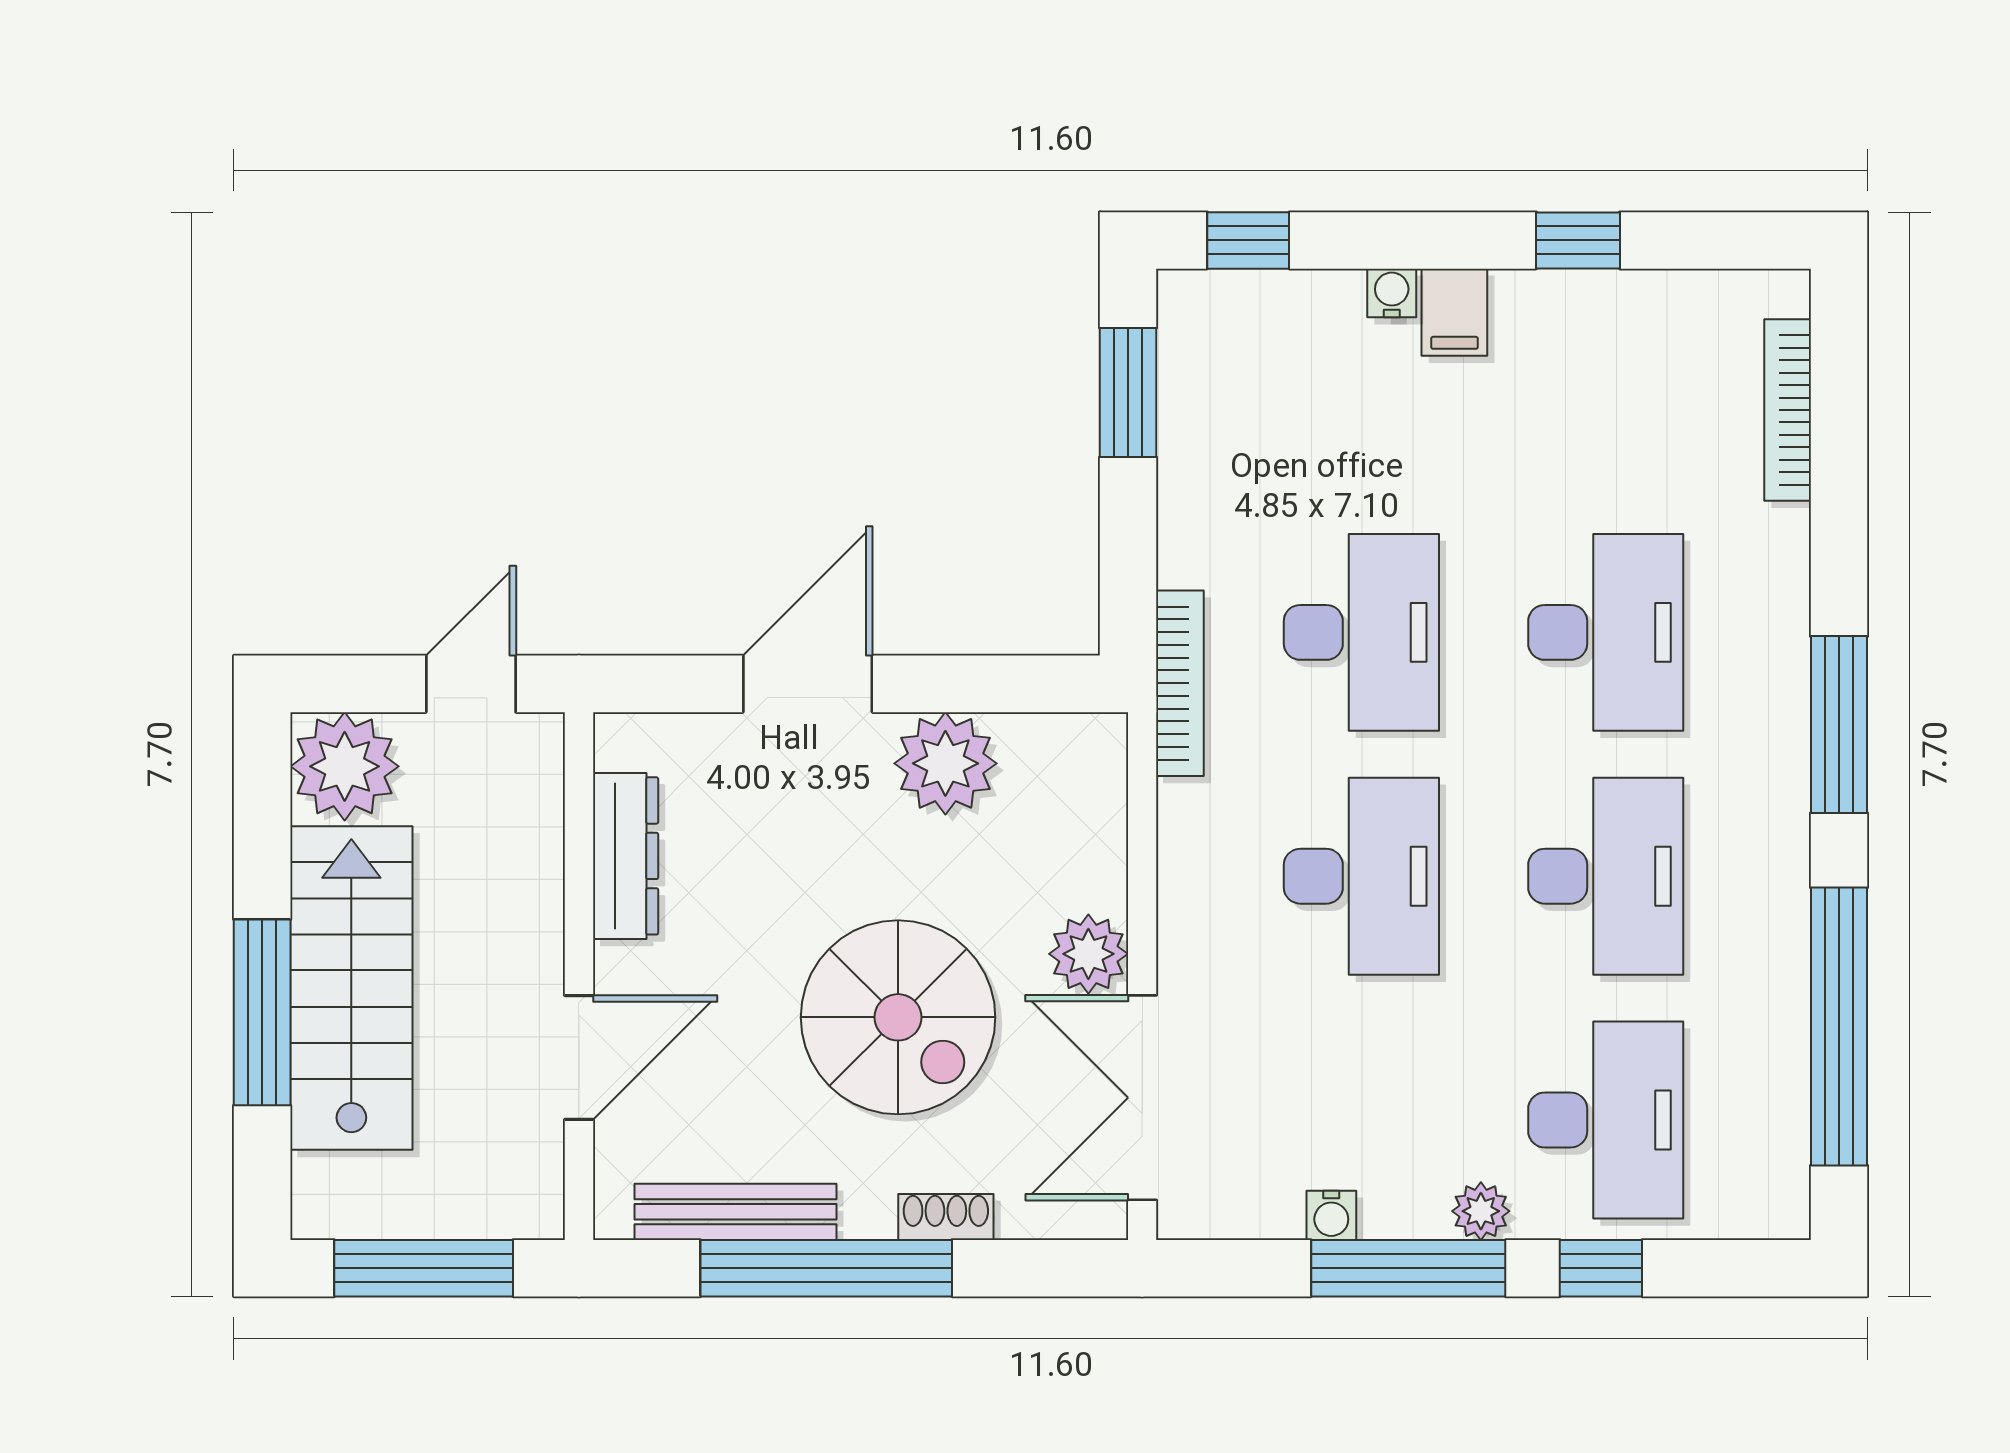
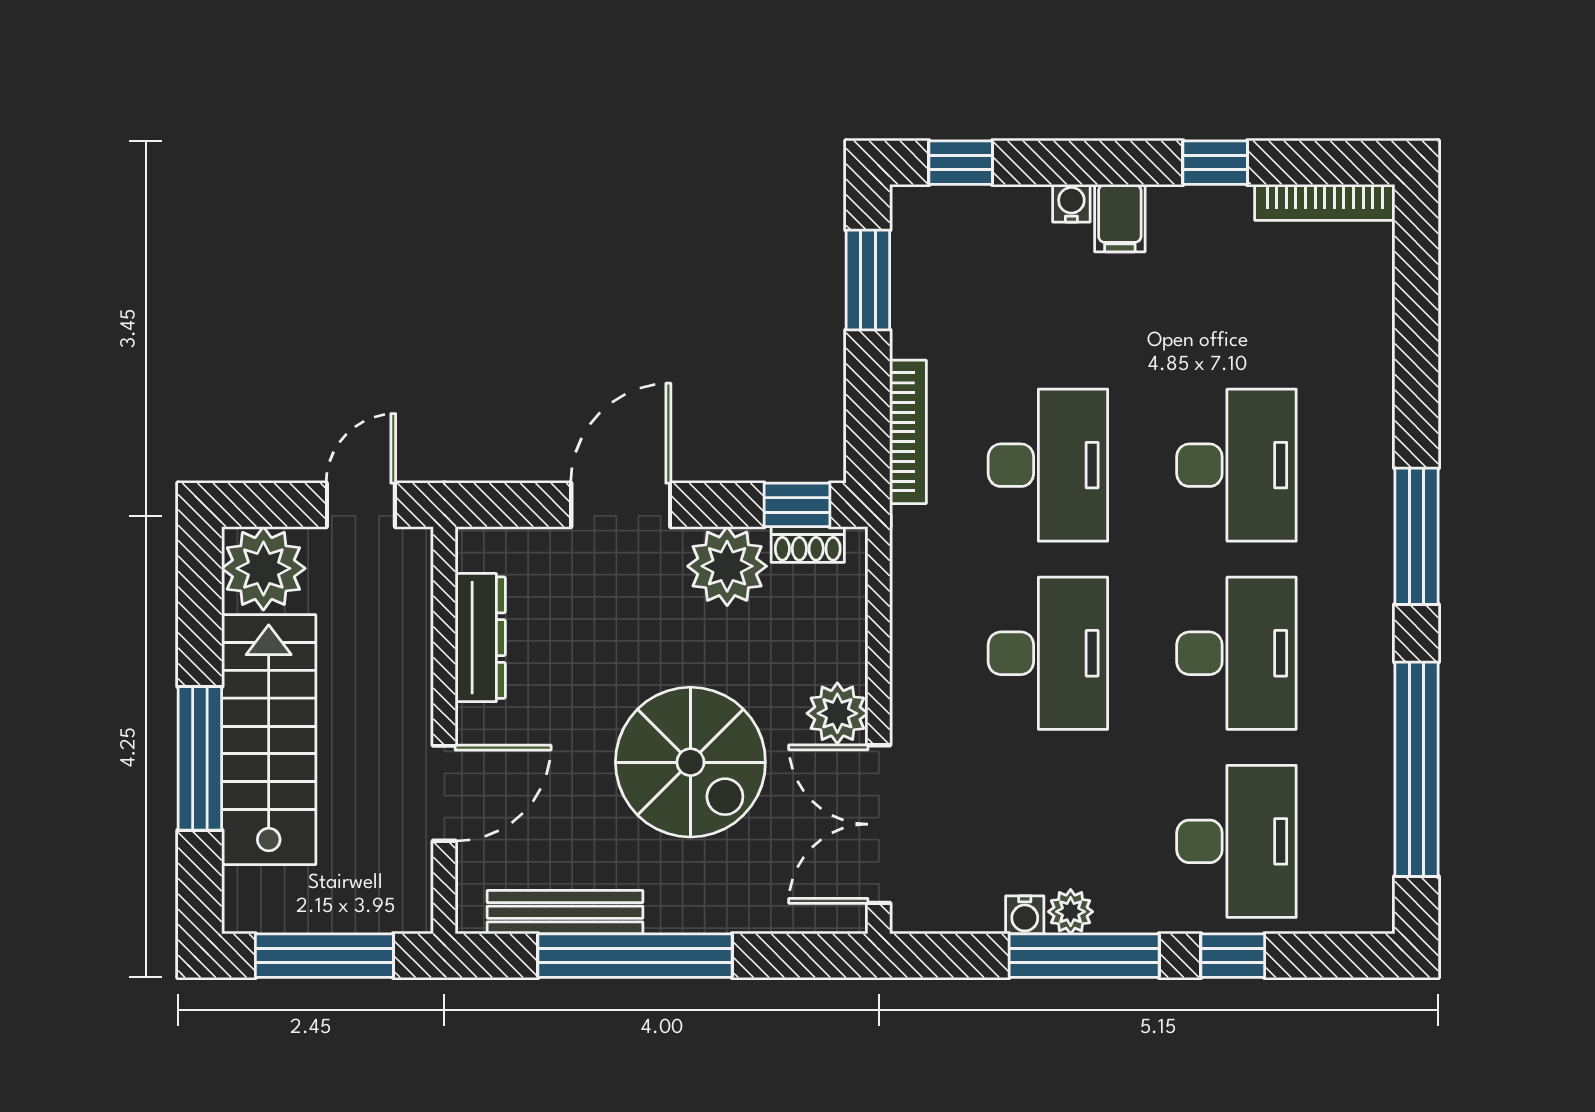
bookcase: (1788, 410) -> (1325, 202), moved, turned -90
bookcase: (1180, 683) -> (908, 432), moved
window: (1036, 684) -> (797, 505), added
plant: (1481, 1211) -> (1071, 912), moved
shoe rack: (946, 1217) -> (808, 544), moved, turned 180

